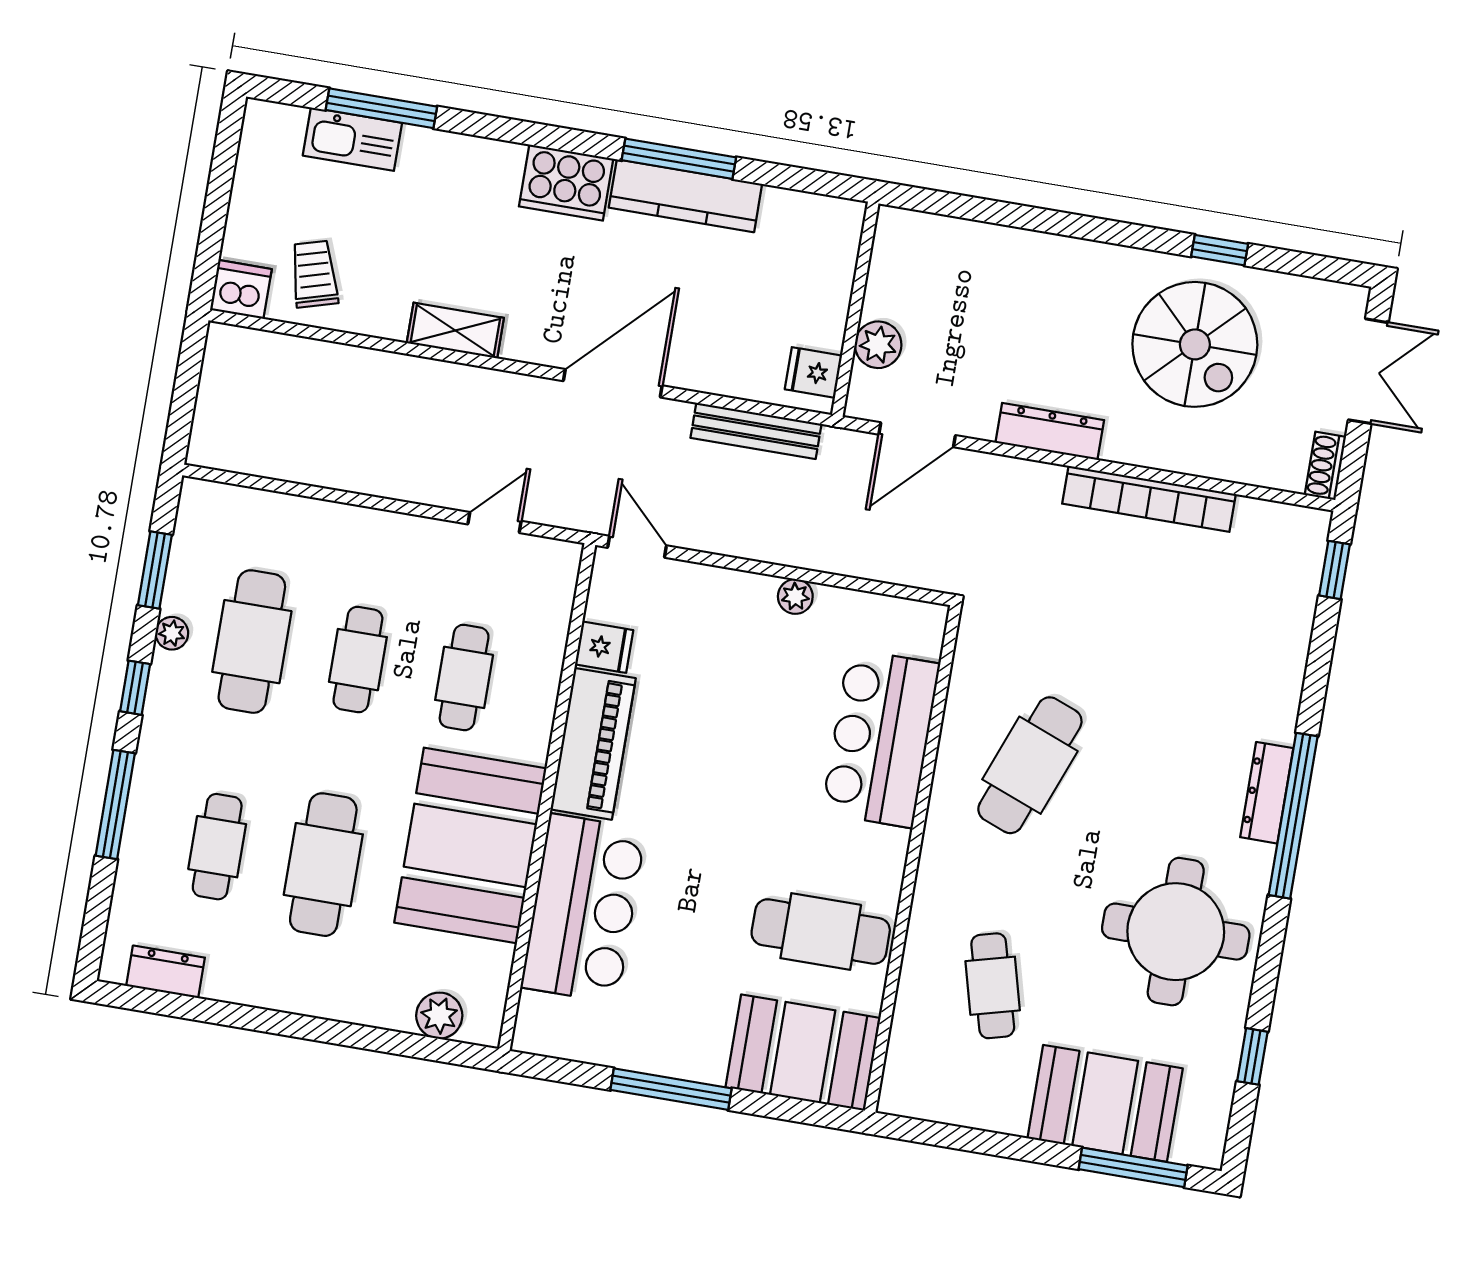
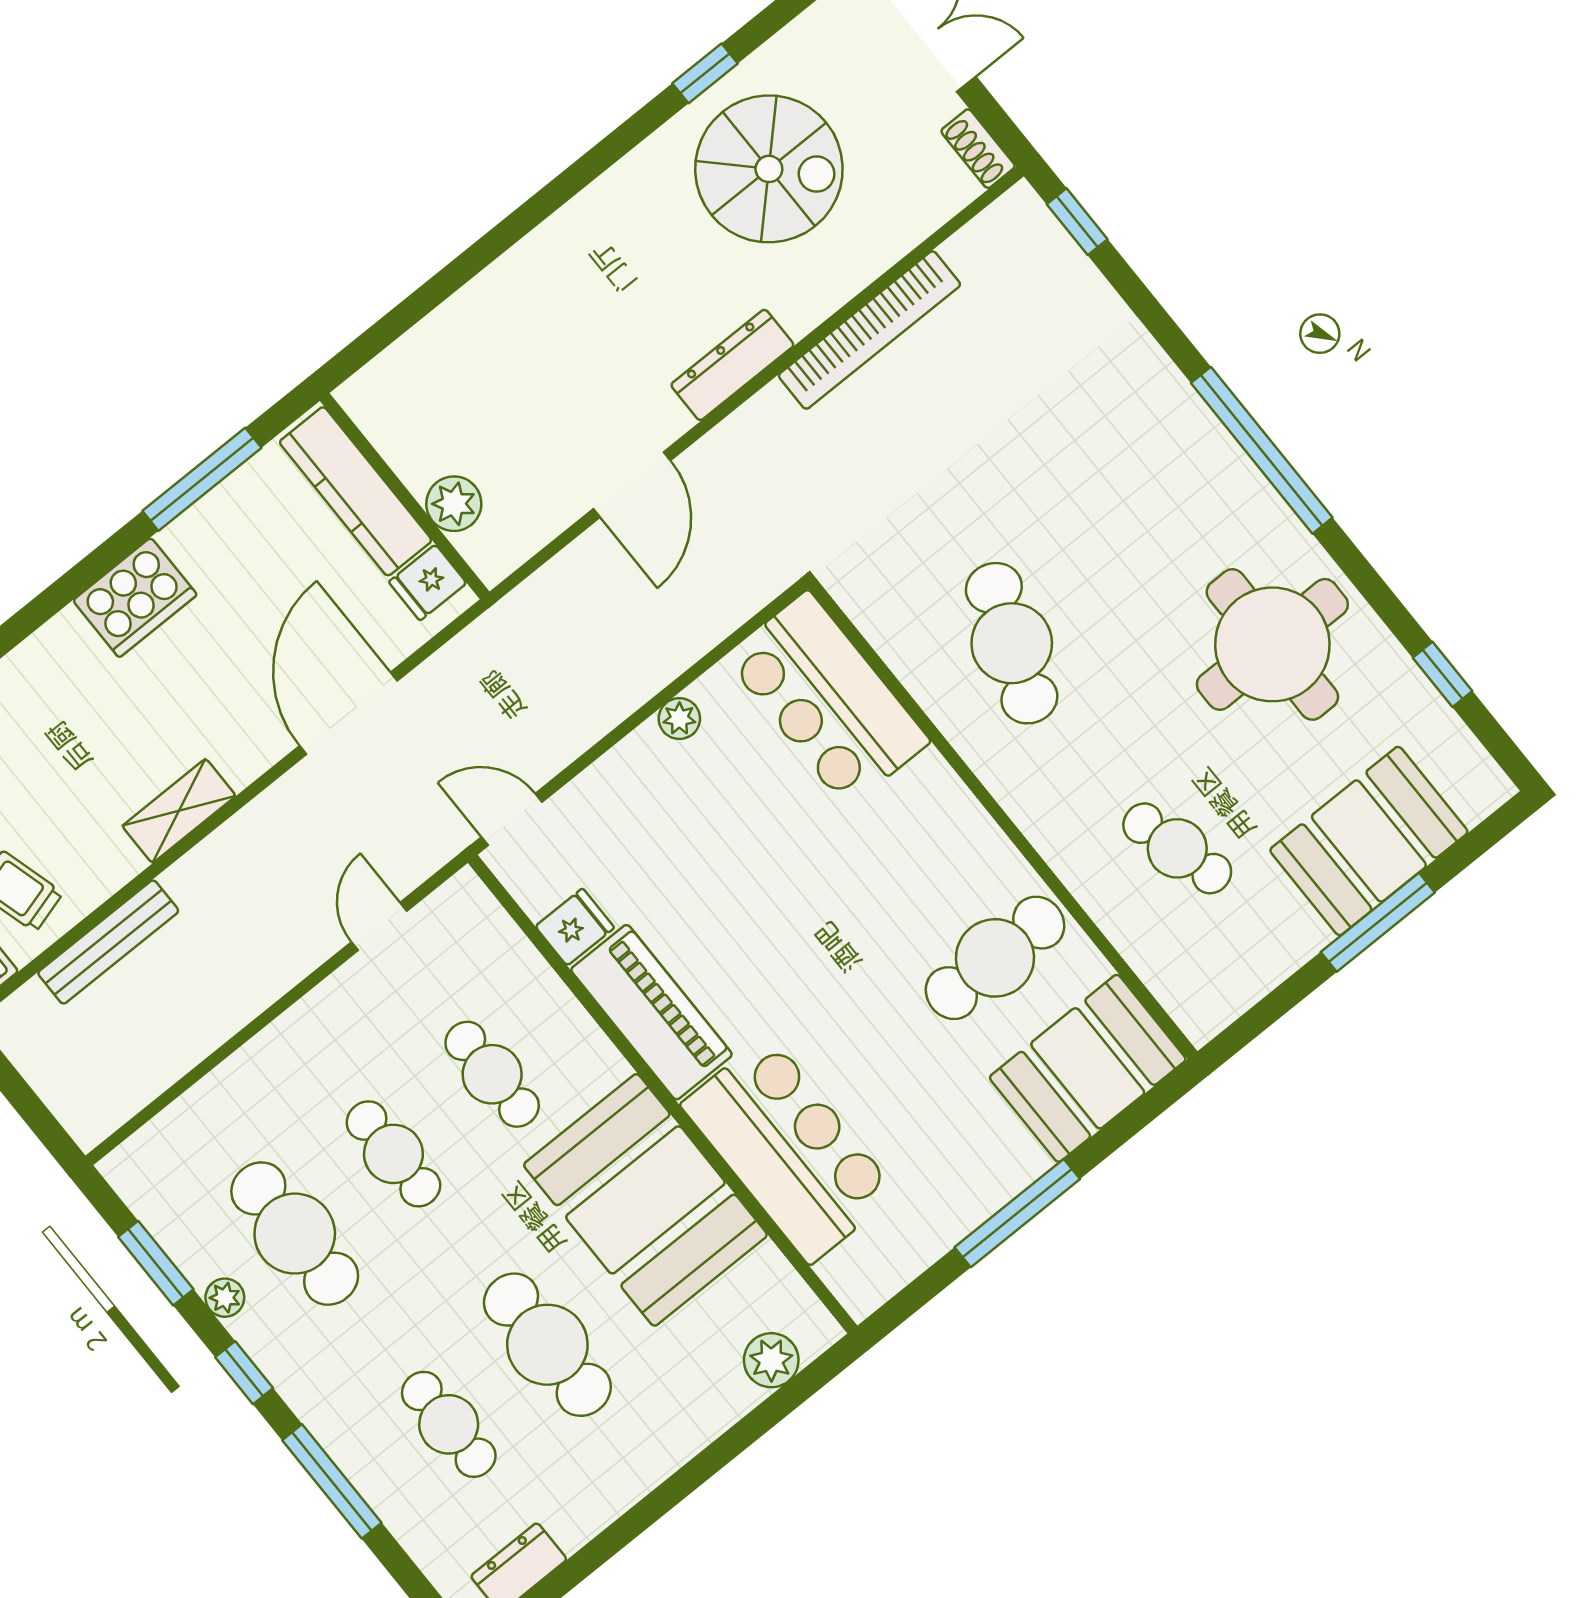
kitchen counter: (685, 196) -> (356, 491), moved, turned 90
wall: (855, 309) -> (405, 496), moved
plant: (878, 345) -> (454, 504), moved
fridge: (813, 372) -> (428, 582), moved
bench: (756, 431) -> (108, 942), moved
bar counter: (881, 738) -> (827, 699), moved
dresser: (1267, 793) -> (1221, 456), removed
window: (1133, 1167) -> (1378, 922), moved

